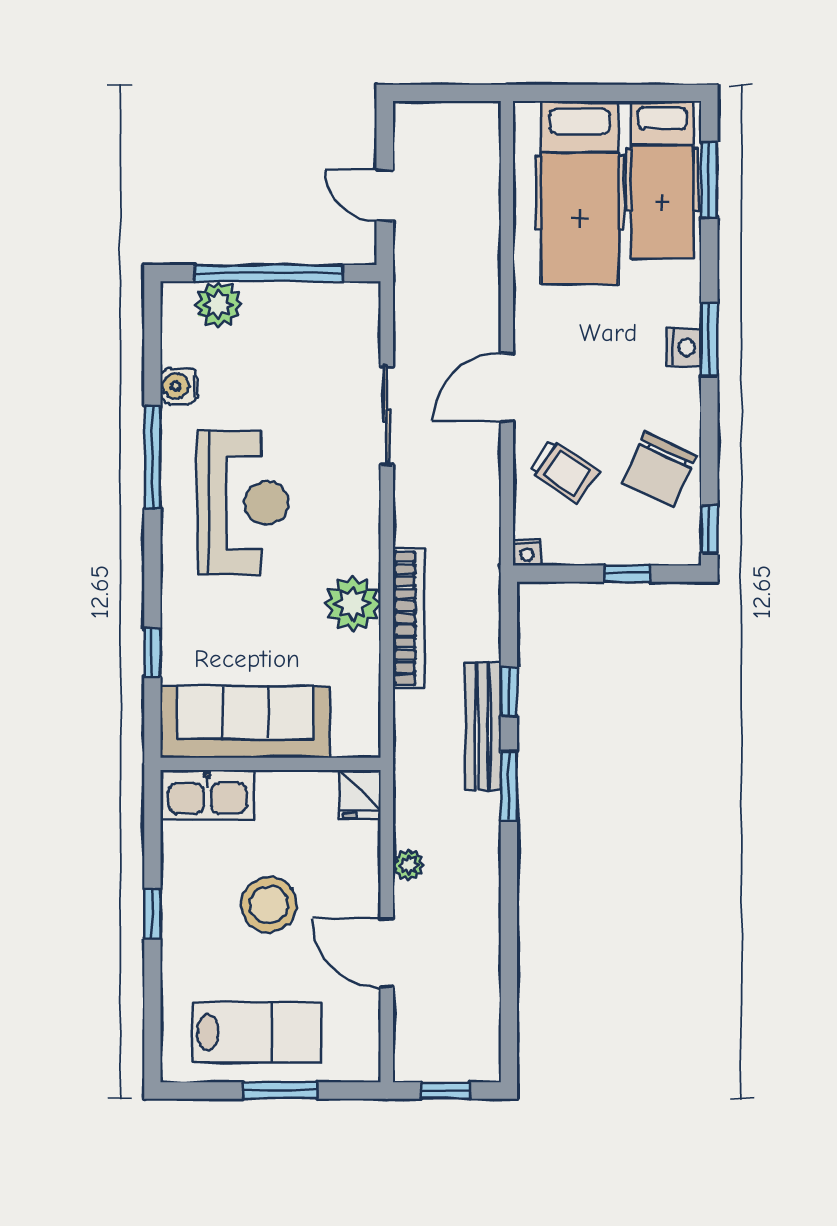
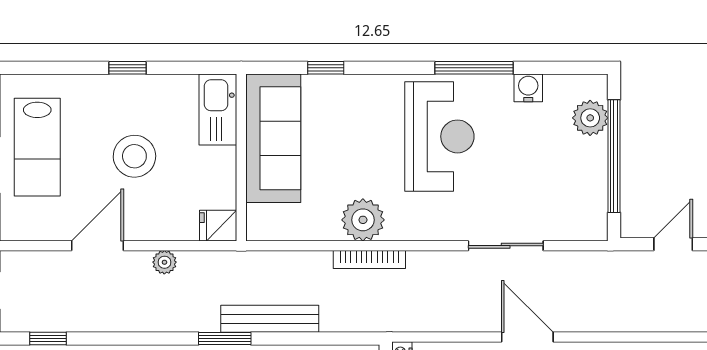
reception desk: (243, 503) -> (439, 136), turned -90
bookcase: (409, 618) -> (369, 260), width x0.68, depth x0.76
window: (509, 692) -> (48, 339), moved

